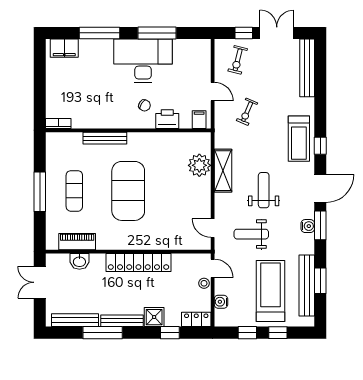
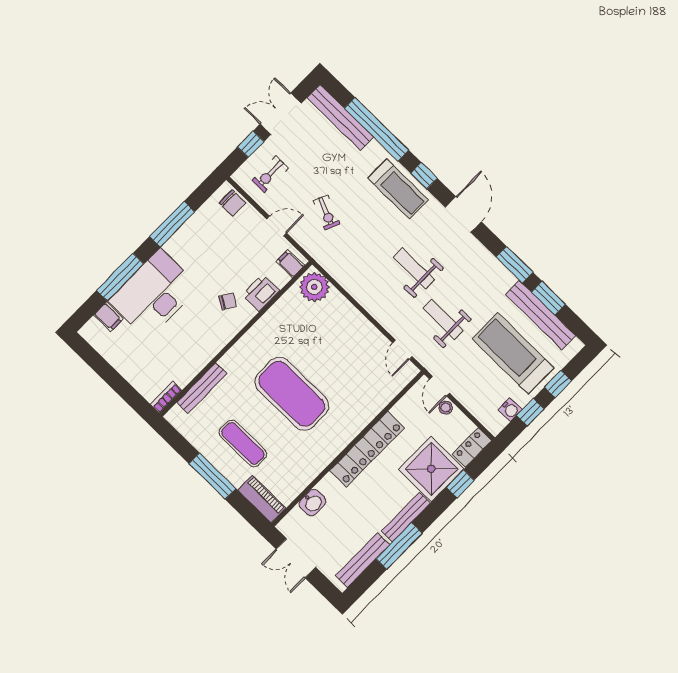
filing cabinet: (64, 48) -> (108, 317), width x0.50
chair: (201, 55) -> (232, 203), added
exercise bike: (238, 60) -> (270, 174), turned 76
desk: (143, 61) -> (154, 294), moved
window: (320, 94) -> (377, 129), added
bench: (105, 138) -> (202, 388), moved
plant: (199, 165) -> (314, 287), moved
shelving: (223, 171) -> (359, 288), removed
window: (320, 225) -> (514, 265), moved
water cooler: (308, 226) -> (487, 260), removed
door: (213, 228) -> (402, 350), hinge flipped
weight bench: (251, 234) -> (443, 319), turned 90
piano: (77, 242) -> (262, 499), moved, turned 90
door: (213, 268) -> (440, 386), swing flipped
water cooler: (221, 302) -> (510, 410), moved, turned -90
shower: (154, 317) -> (431, 469), width x1.86, depth x1.86

